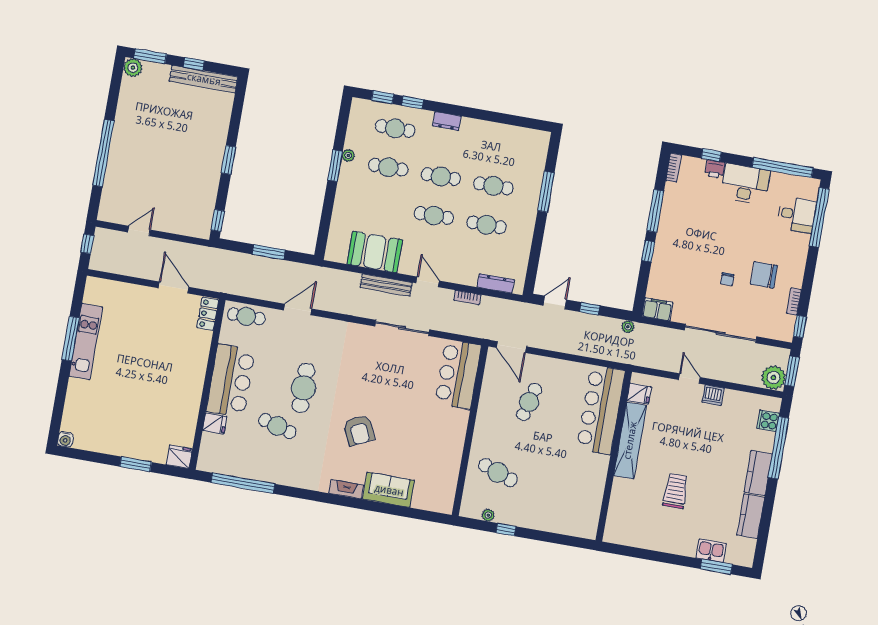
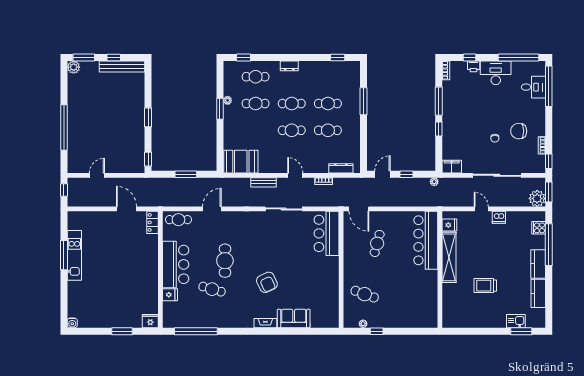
window: (413, 102) -> (338, 57), moved
booth: (375, 252) -> (241, 162), moved
bench: (386, 285) -> (263, 182), width x0.73
trolley: (676, 491) -> (485, 286), turned -90

